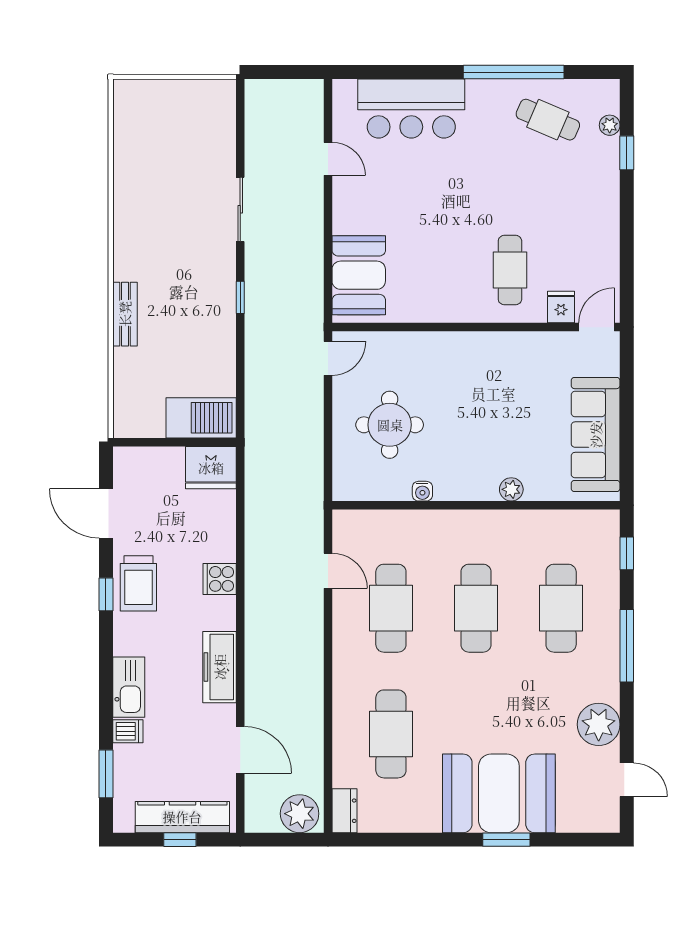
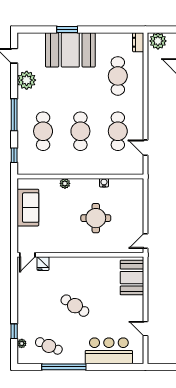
cafe table: (510, 270) -> (75, 306), moved, turned -57
round table: (390, 425) -> (96, 218), moved
sofa: (596, 435) -> (28, 208), width x0.73

